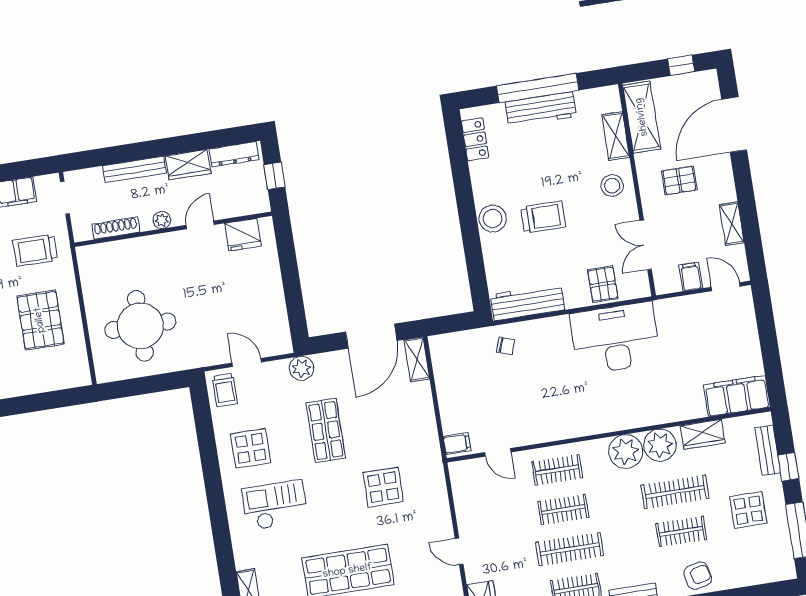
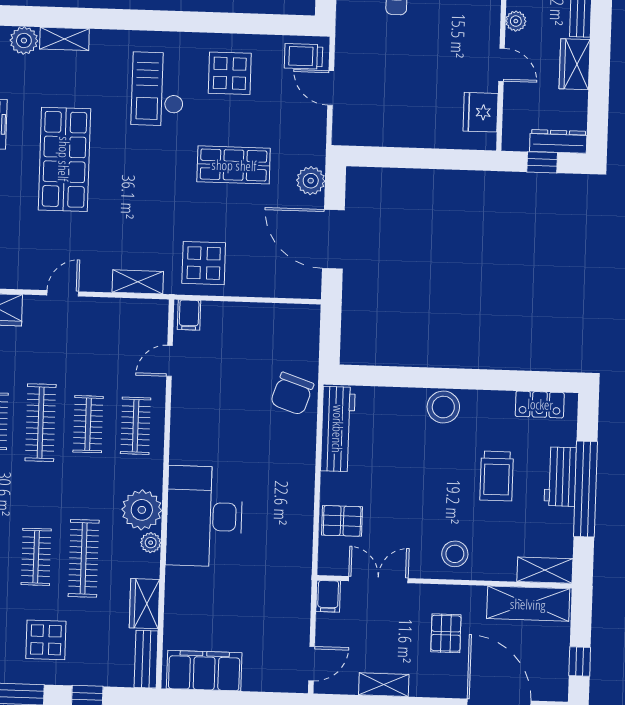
workbench: (541, 109) -> (560, 477), width x0.73
shelving: (616, 136) -> (545, 570), moved
dresser: (234, 154) -> (558, 141), moved, turned 90
trolley: (543, 217) -> (497, 476), moved
filing cabinet: (691, 277) -> (328, 596), moved, turned 90
desk: (615, 338) -> (204, 516), moved, turned 180
chair: (506, 346) -> (292, 394), width x1.87, depth x1.87
shelving: (417, 359) -> (138, 282), moved
door: (247, 363) -> (331, 88), swing flipped
plant: (301, 368) -> (311, 181), moved
filing cabinet: (737, 396) -> (204, 671), moved, turned -90
plant: (660, 445) -> (151, 543), width x0.53, depth x0.53
bench: (768, 450) -> (146, 659), moved, turned 90
display table: (383, 487) -> (204, 263), moved
checkout: (275, 505) -> (158, 89), turned 180

